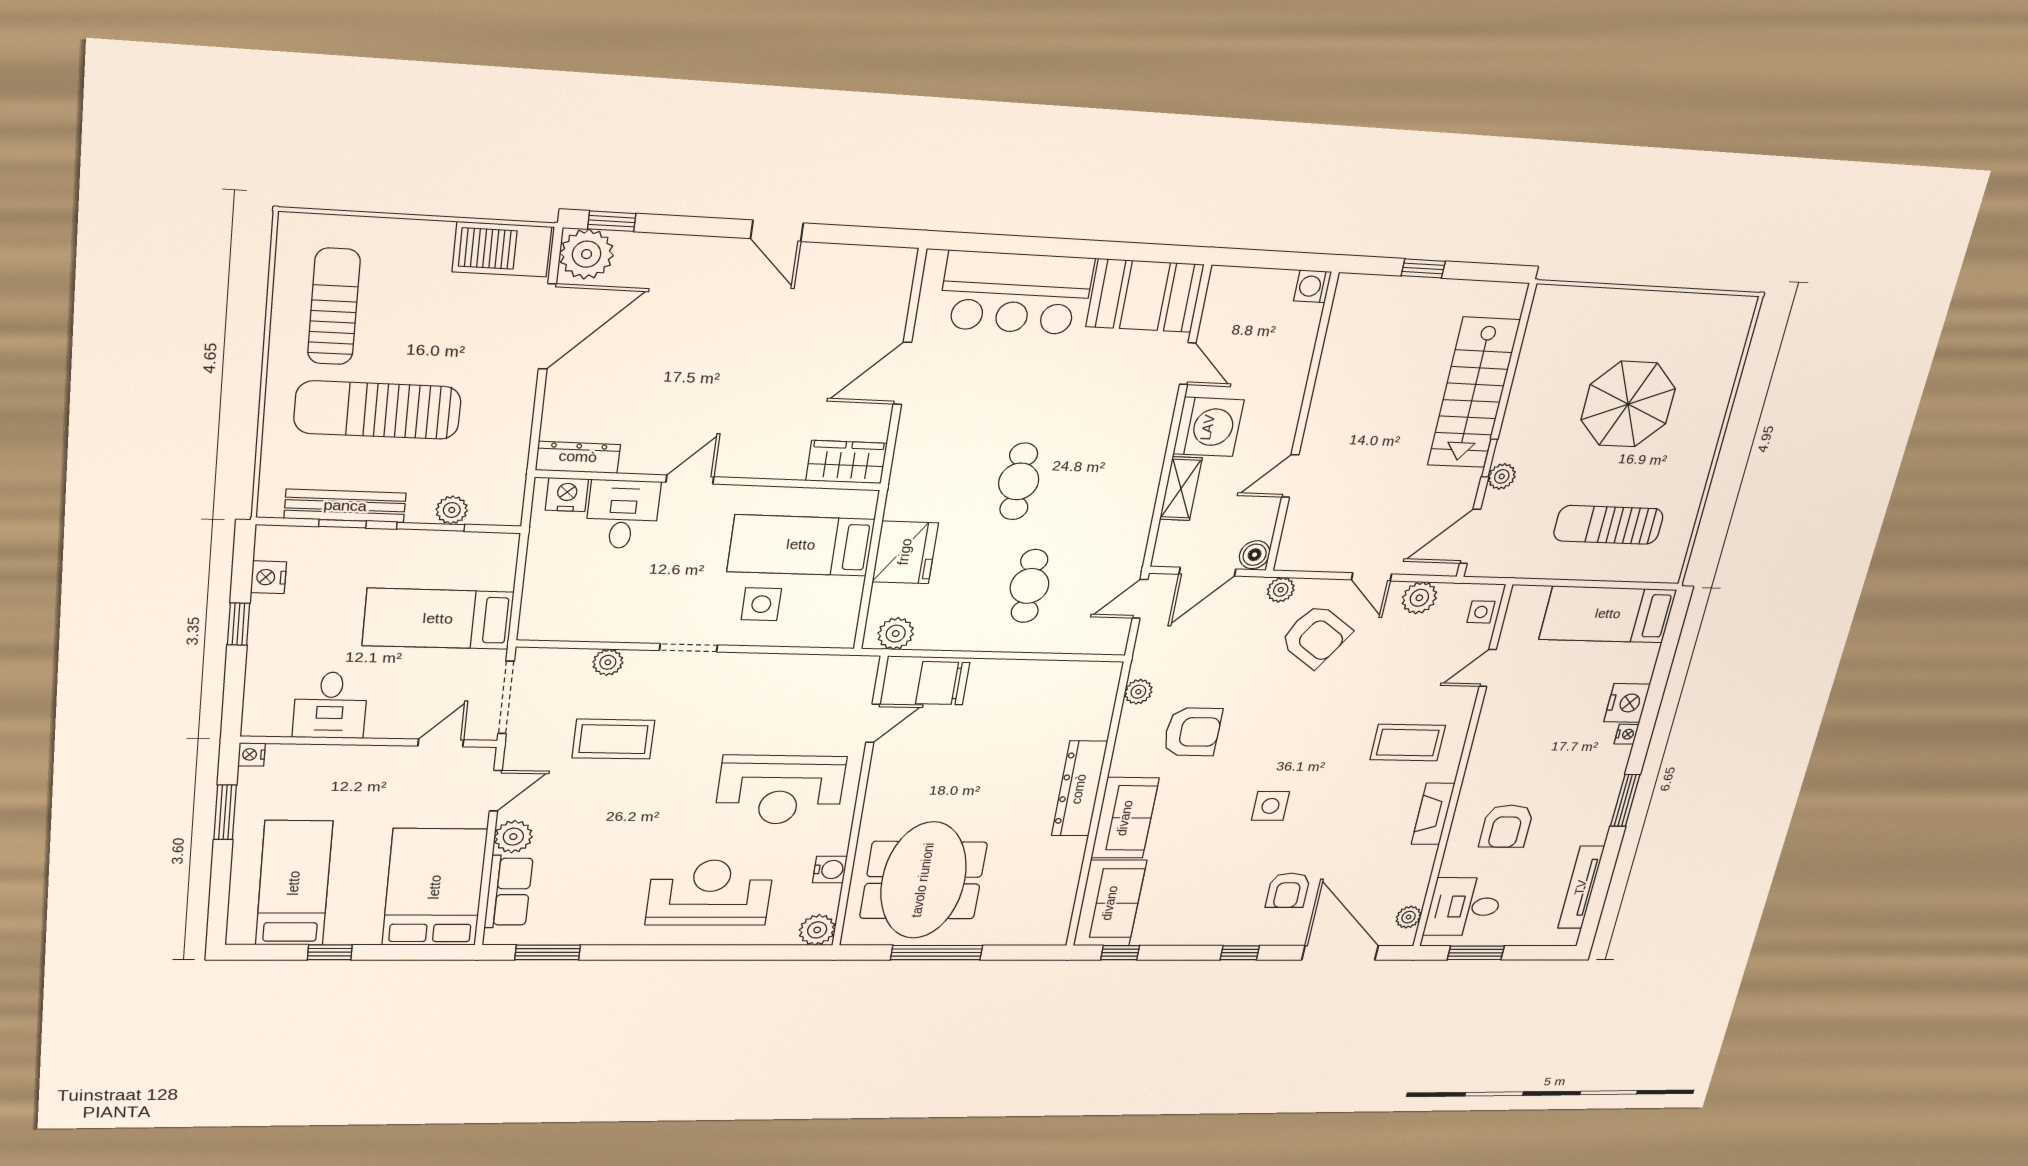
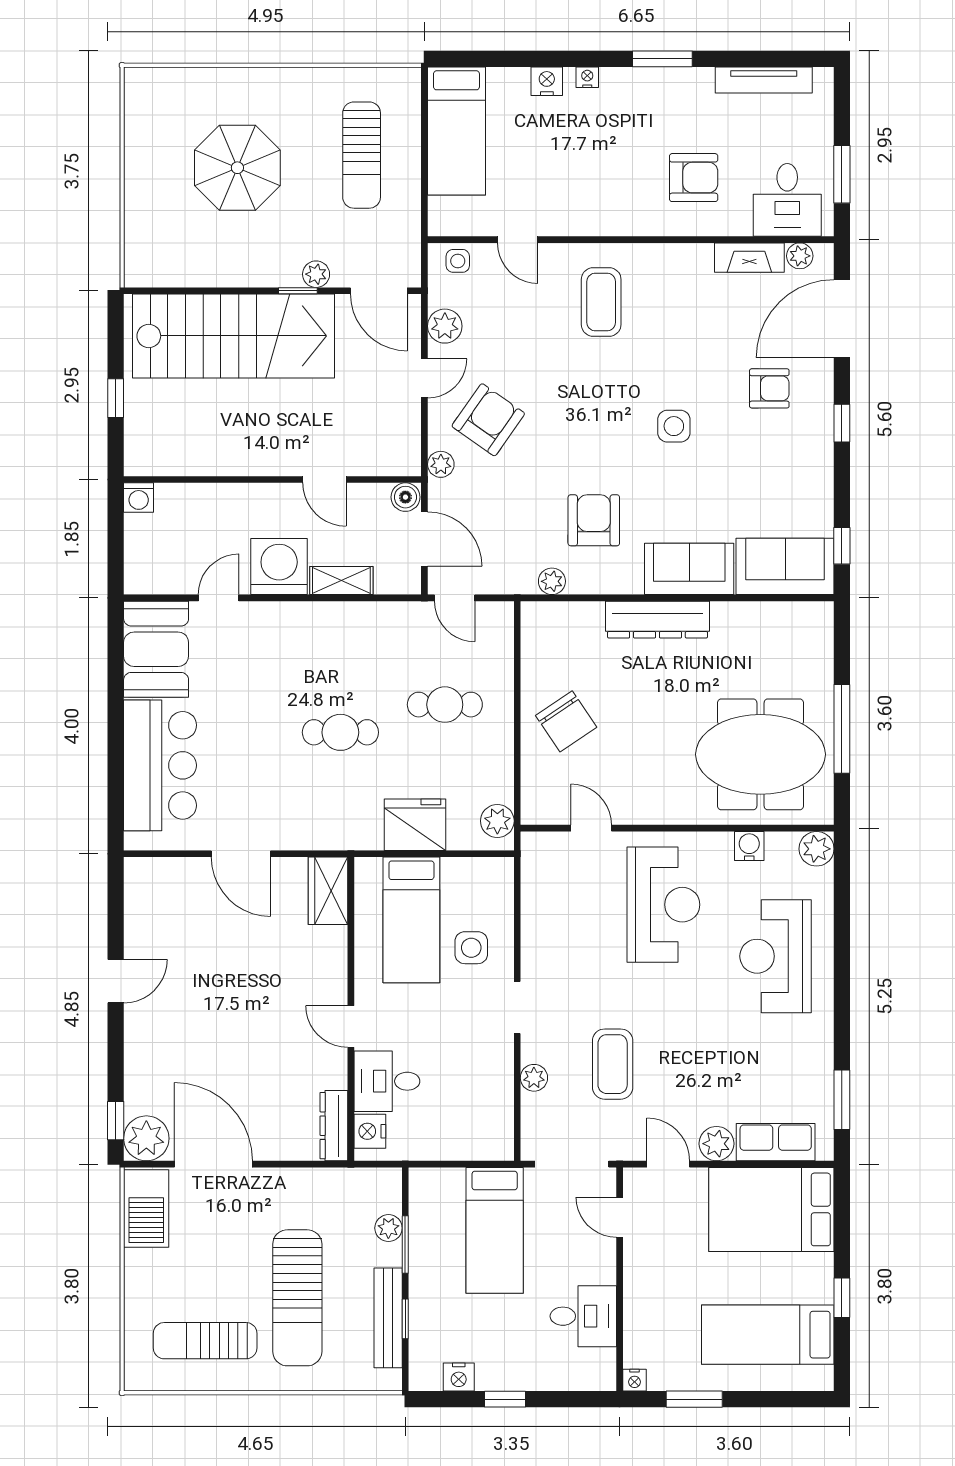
stairs: (1474, 393) -> (234, 336), width x1.36, depth x1.51
chair: (943, 683) -> (566, 721), moved, turned -34
nightstand: (1627, 703) -> (547, 81), width x0.74, depth x0.75
fireplace: (1433, 814) -> (749, 258), moved

